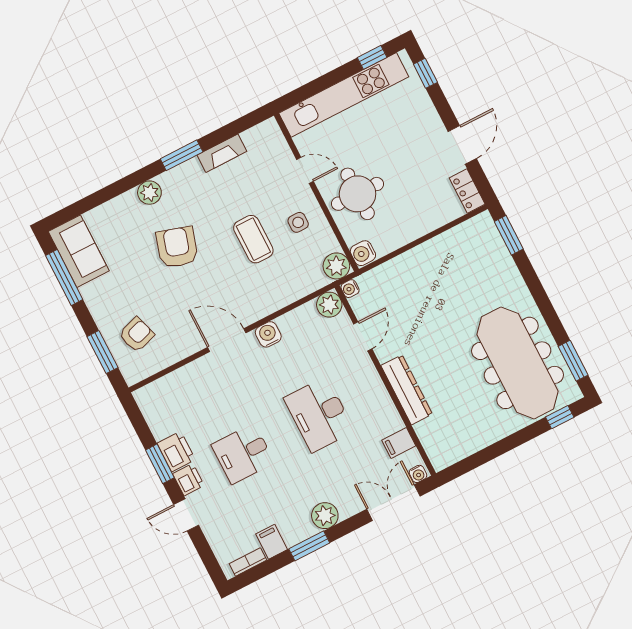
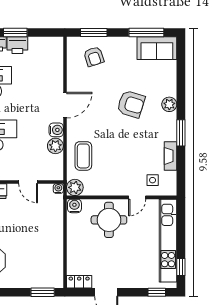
side table: (298, 222) -> (153, 180), moved
coffee table: (253, 239) -> (83, 156), moved, turned 90
plant: (329, 305) -> (55, 146), moved

